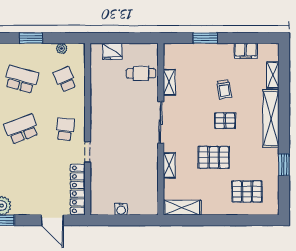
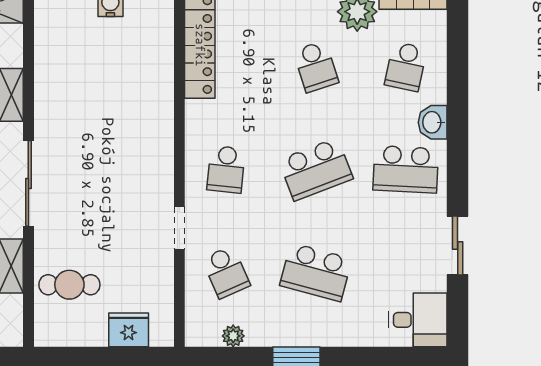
doorway: (88, 152) -> (179, 228), moved
school desk: (22, 179) -> (316, 67), added

